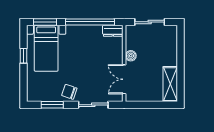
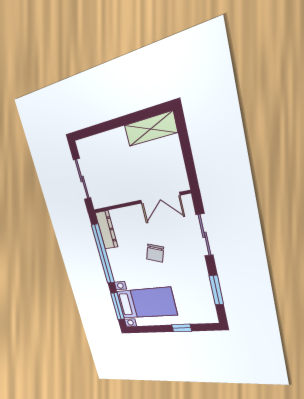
dresser: (113, 31) -> (106, 230), width x1.44
window: (24, 56) -> (182, 328), moved
boiler: (131, 56) -> (128, 195), removed
chair: (69, 92) -> (155, 253), moved

